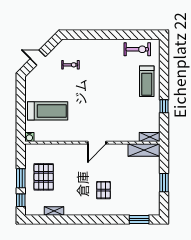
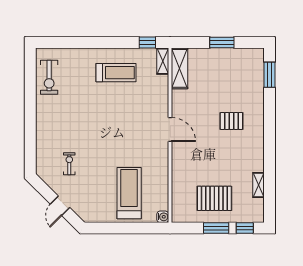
exercise bike: (137, 49) -> (49, 77), turned 180
treadmill: (147, 81) -> (116, 73), moved
window: (164, 106) -> (147, 43), moved

